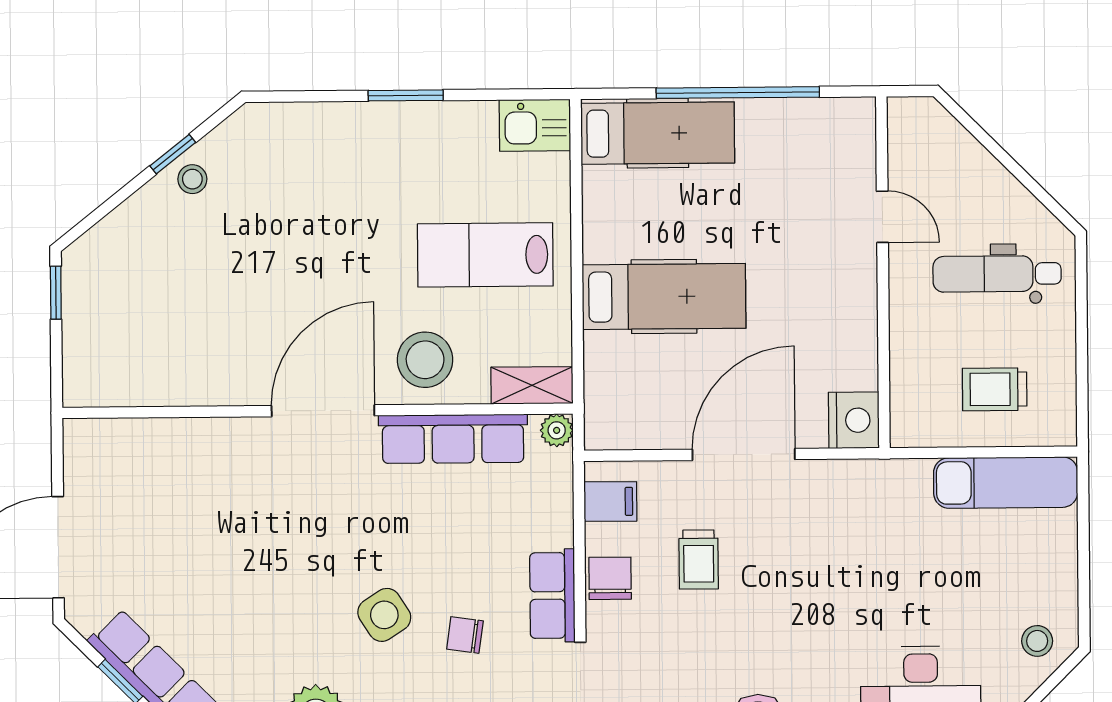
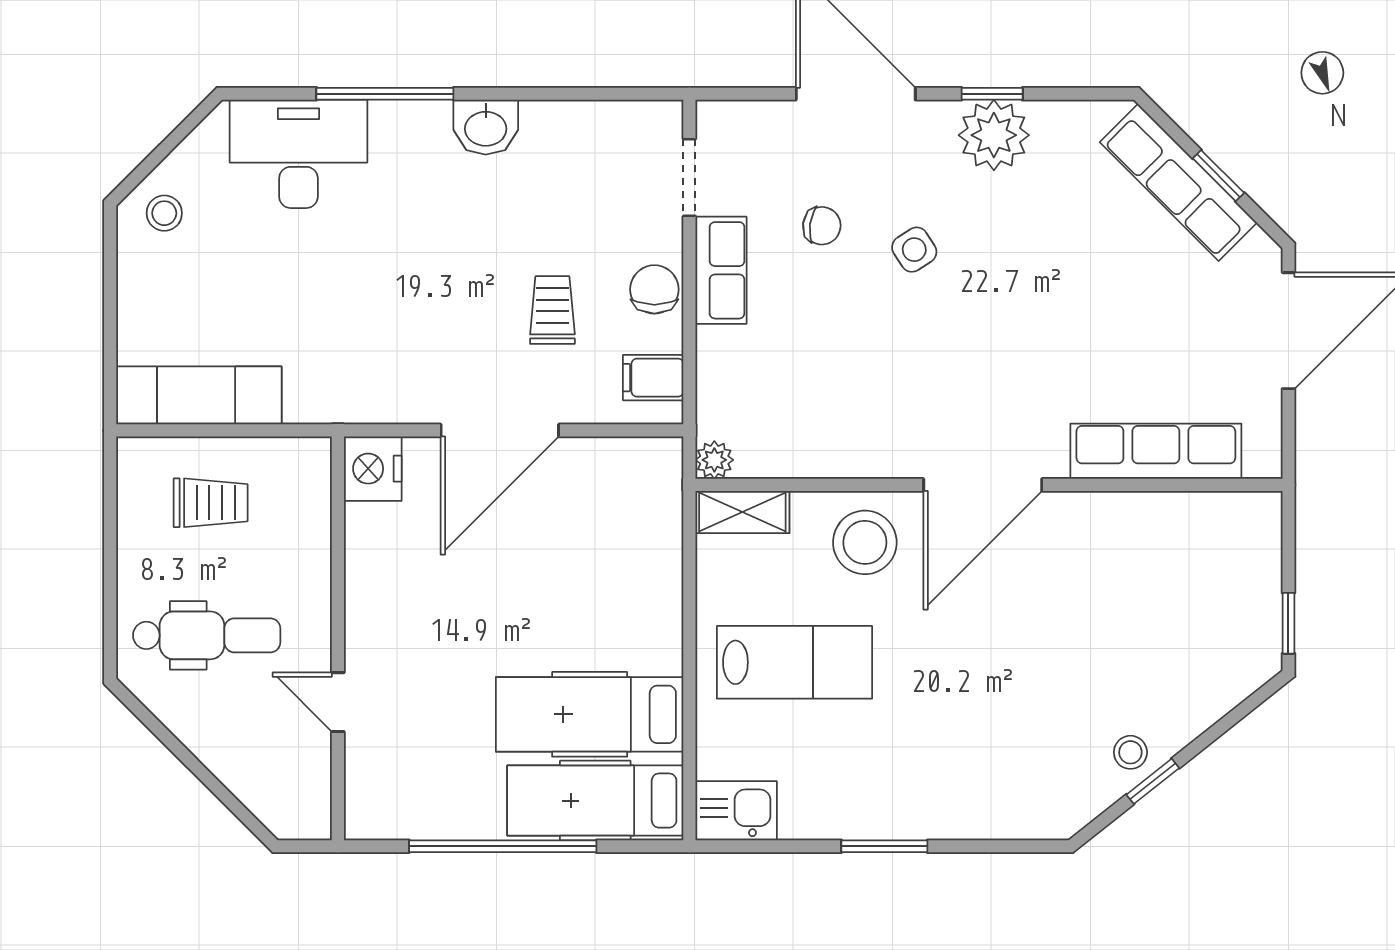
hospital bed: (664, 296) -> (590, 714), moved
row of seats: (453, 439) -> (1156, 451), moved
chair: (610, 578) -> (654, 289), turned 180
side table: (384, 615) -> (914, 250), width x0.73, depth x0.73

